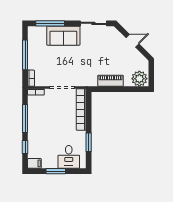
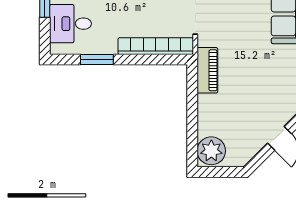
piano: (111, 81) -> (207, 70), moved

